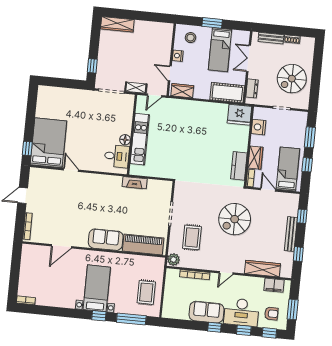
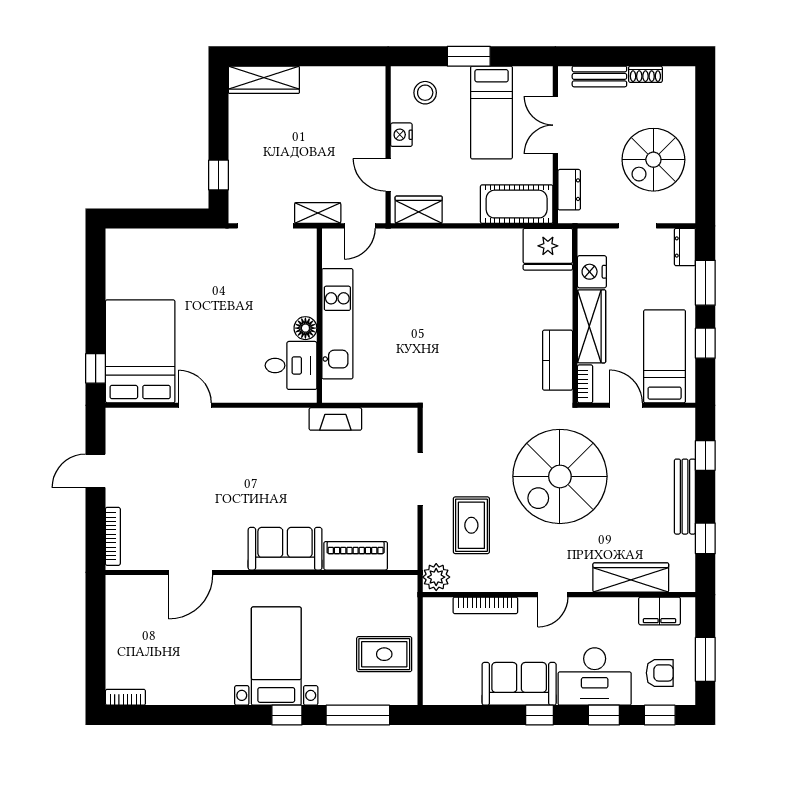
dresser: (302, 120) -> (685, 247), added
wardrobe: (255, 158) -> (592, 326), width x1.50
spiral stairs: (235, 219) -> (560, 476), width x1.37, depth x1.37
piano: (143, 245) -> (356, 556), width x0.73, depth x0.75
rug: (146, 292) -> (384, 654), turned 90

